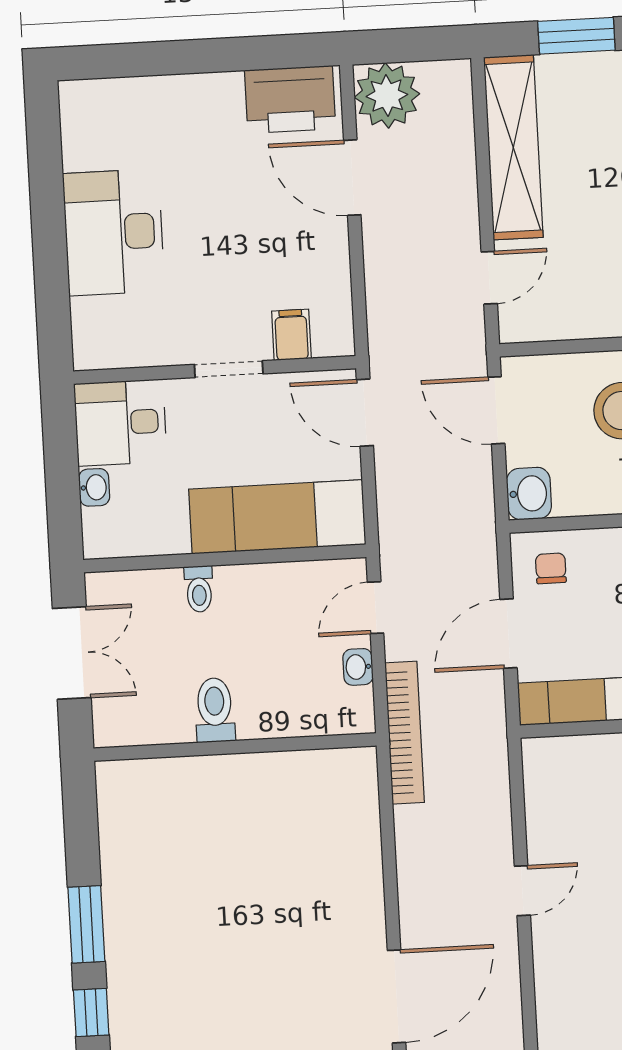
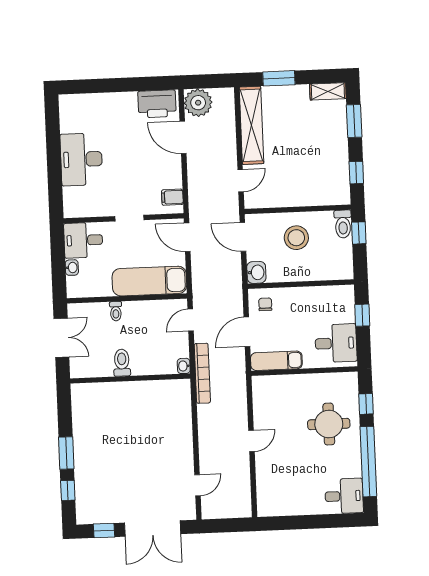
filing cabinet: (291, 335) -> (172, 197), moved, turned -90
washbasin: (358, 667) -> (184, 366), moved
door: (397, 996) -> (198, 485), width x0.53

